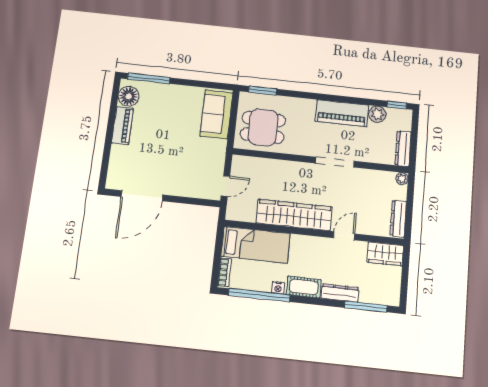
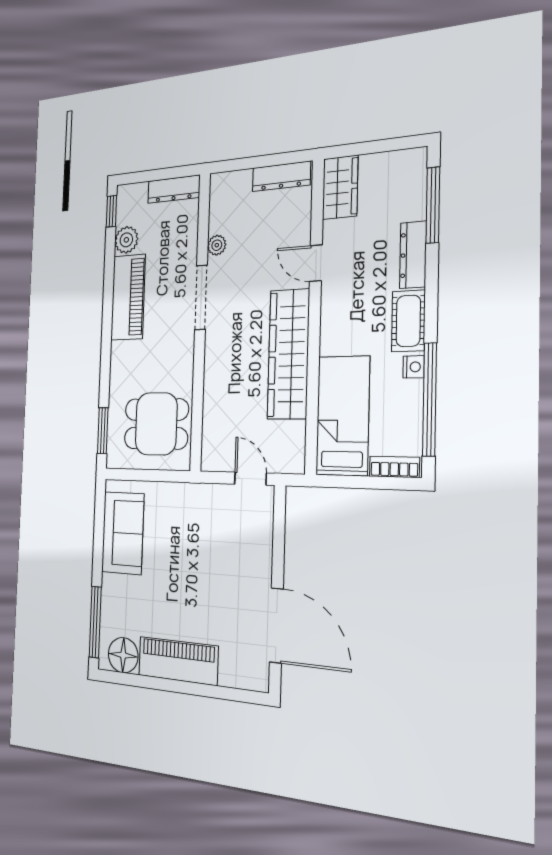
sofa: (216, 114) -> (123, 533), moved, turned -90
piano: (122, 125) -> (178, 661), width x1.37, depth x1.33
dining table: (263, 127) -> (156, 424), turned 90
plant: (402, 179) -> (217, 245), moved

